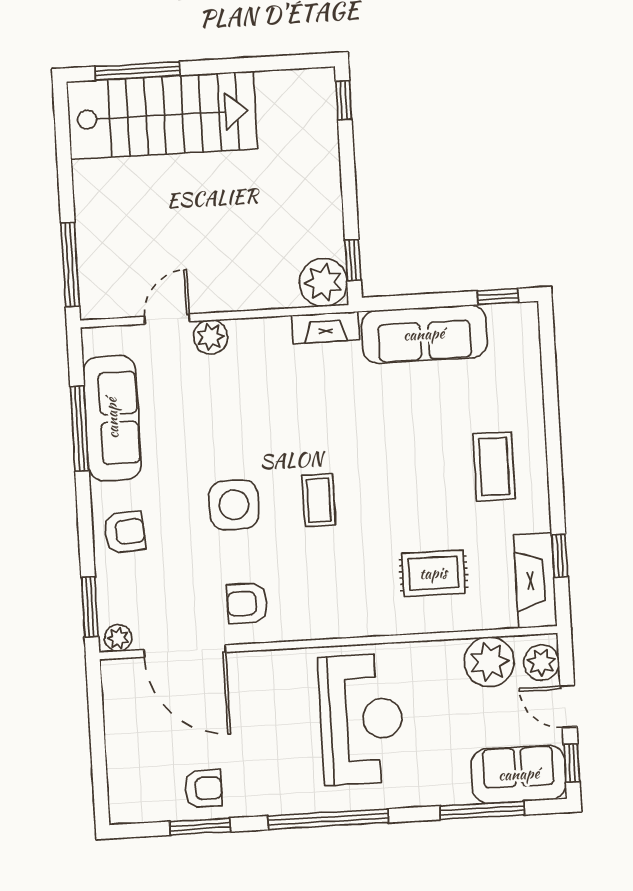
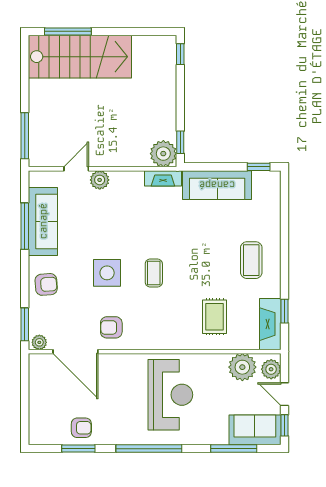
rug: (433, 573) -> (215, 317), turned 90

